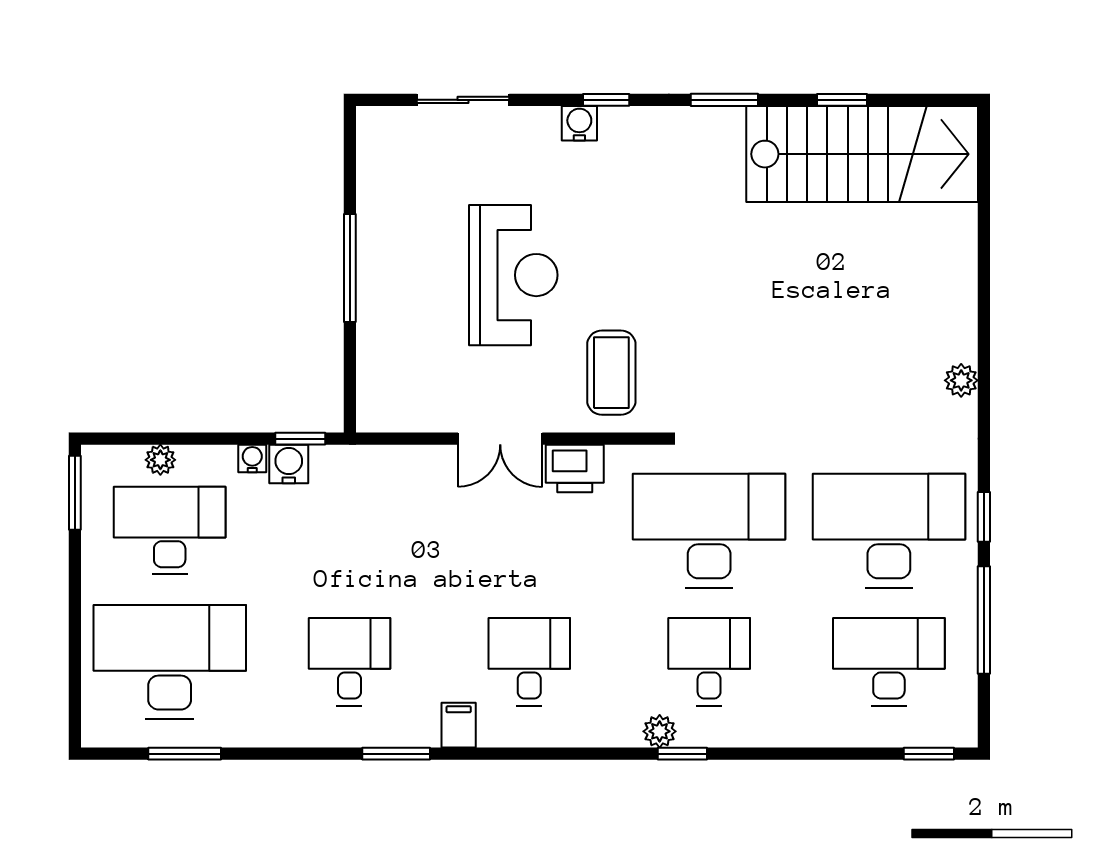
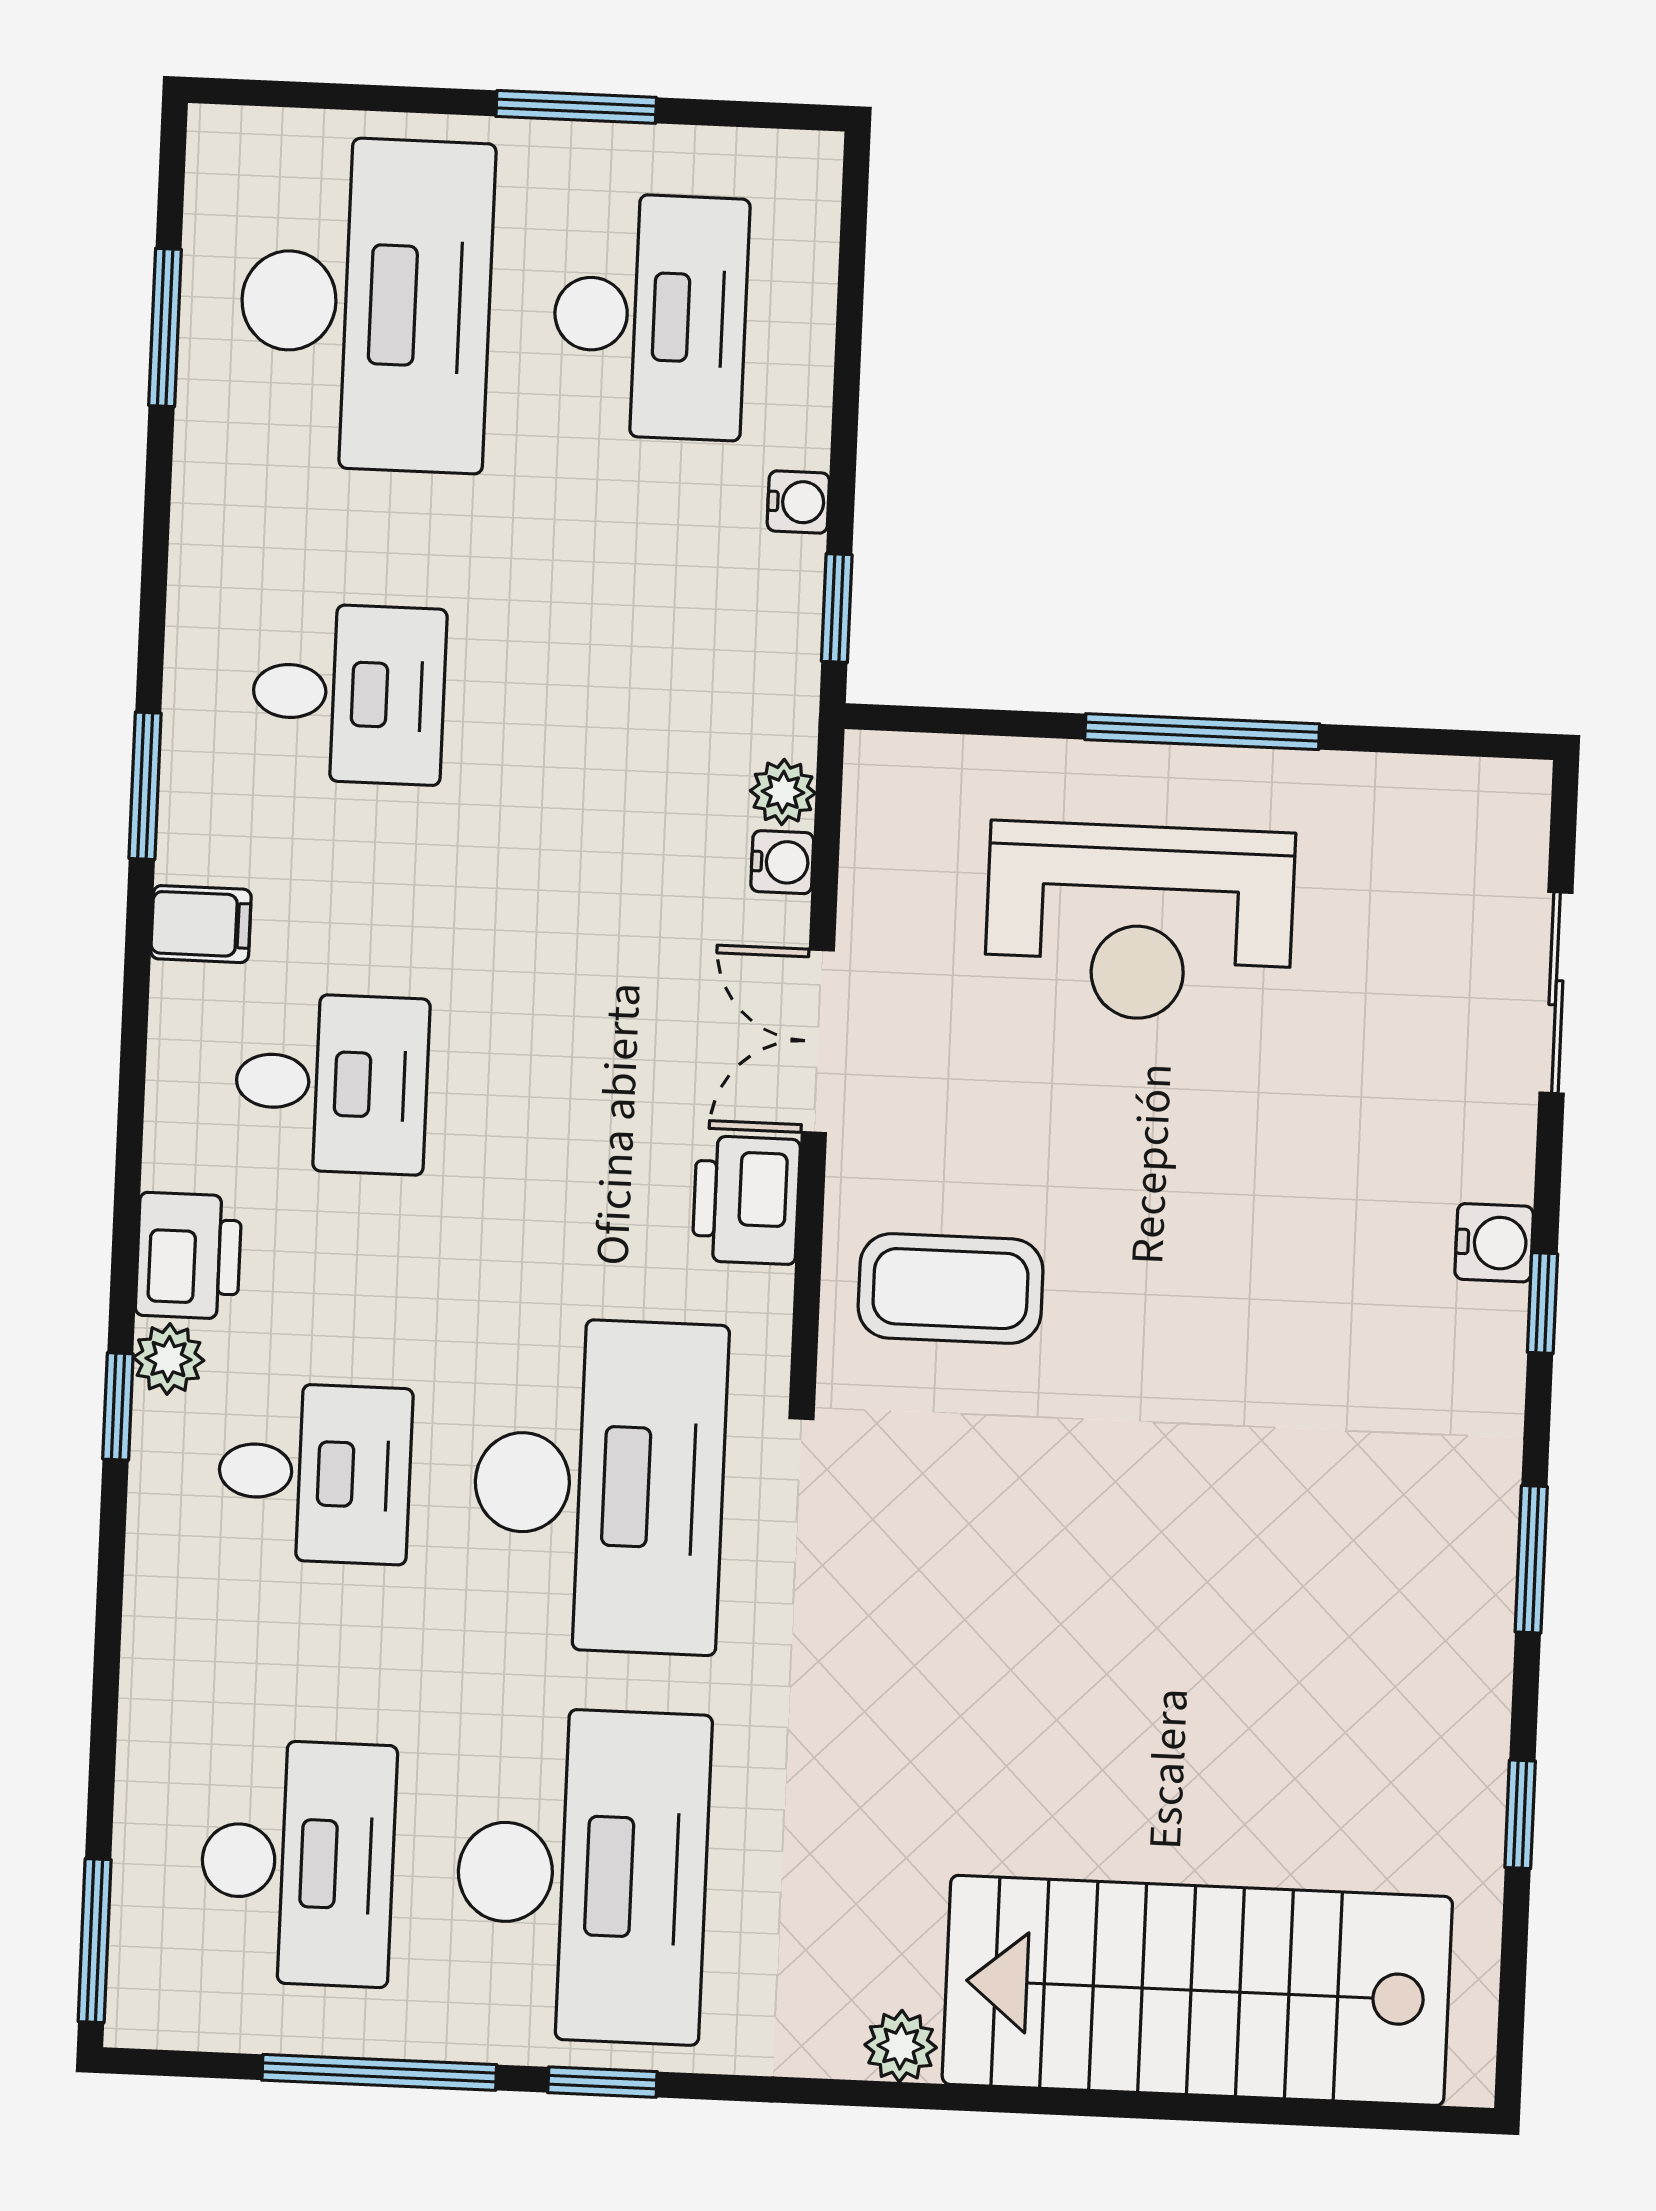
stairs: (862, 154) -> (1197, 1990), moved, turned 90
reception desk: (513, 275) -> (1139, 922), moved
plant: (160, 460) -> (783, 792), moved
water cooler: (289, 464) -> (782, 862), moved, width x0.72, depth x0.72
window: (75, 493) -> (576, 107), moved
printer: (612, 724) -> (189, 1256), added
window: (929, 754) -> (95, 1941), width x1.50

